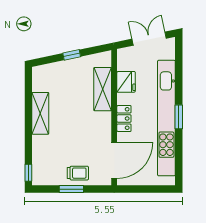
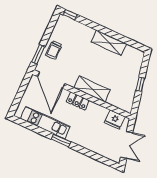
fridge: (126, 82) -> (115, 120), moved
shelving: (103, 89) -> (92, 89), moved
kitchen unit: (166, 118) -> (45, 123), width x0.54
window: (71, 189) -> (38, 54), moved

